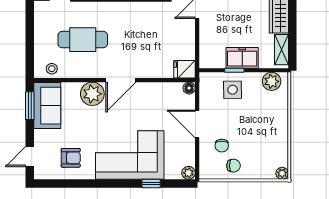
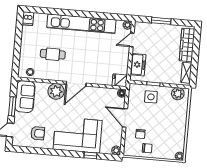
cafe table: (83, 40) -> (53, 54), width x0.73, depth x0.74
freezer: (242, 58) -> (138, 65), moved, turned 90
window: (30, 106) -> (12, 106), moved

